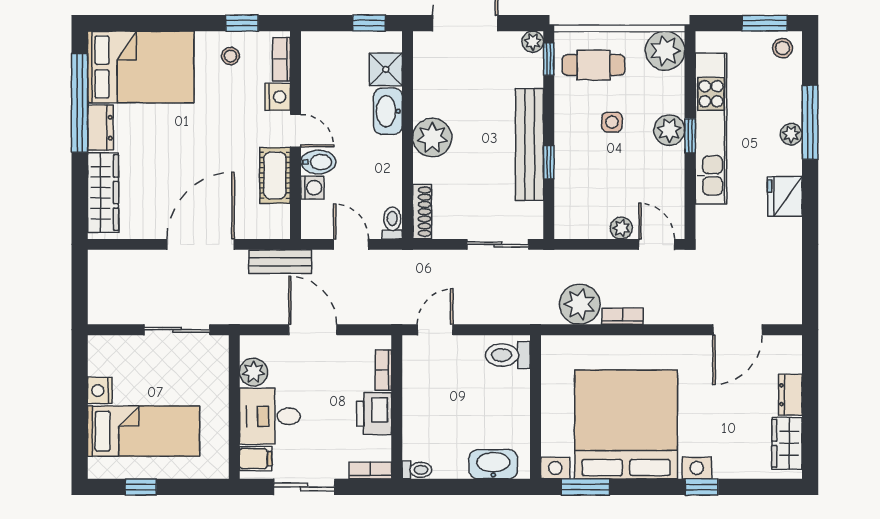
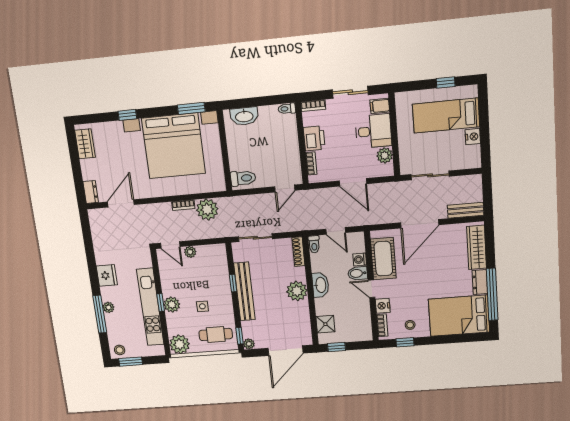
washbasin: (388, 111) -> (320, 285), moved
cot: (275, 175) -> (383, 259), width x1.37, depth x1.34
bench: (280, 262) -> (466, 210), moved
dresser: (790, 395) -> (91, 192), moved

